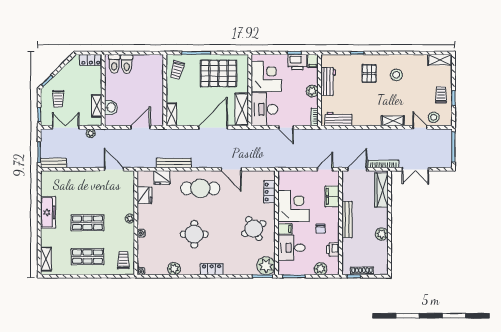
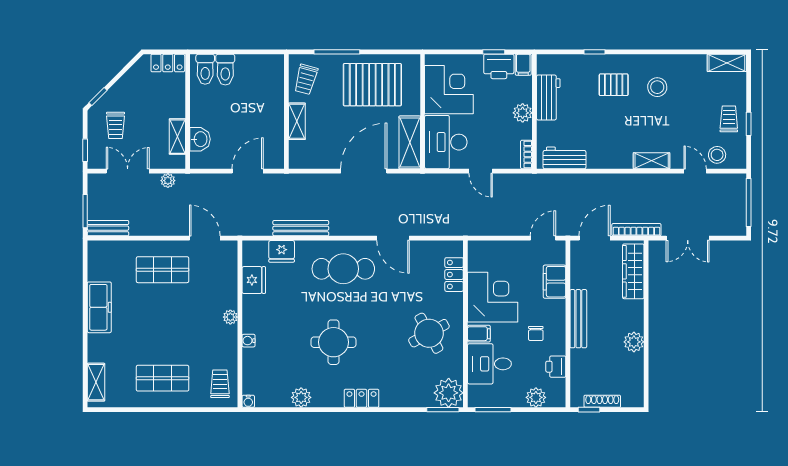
pallet: (369, 73) -> (614, 85), turned 90
shelving: (171, 114) -> (297, 121), moved
shop shelf: (87, 223) -> (163, 270), moved

